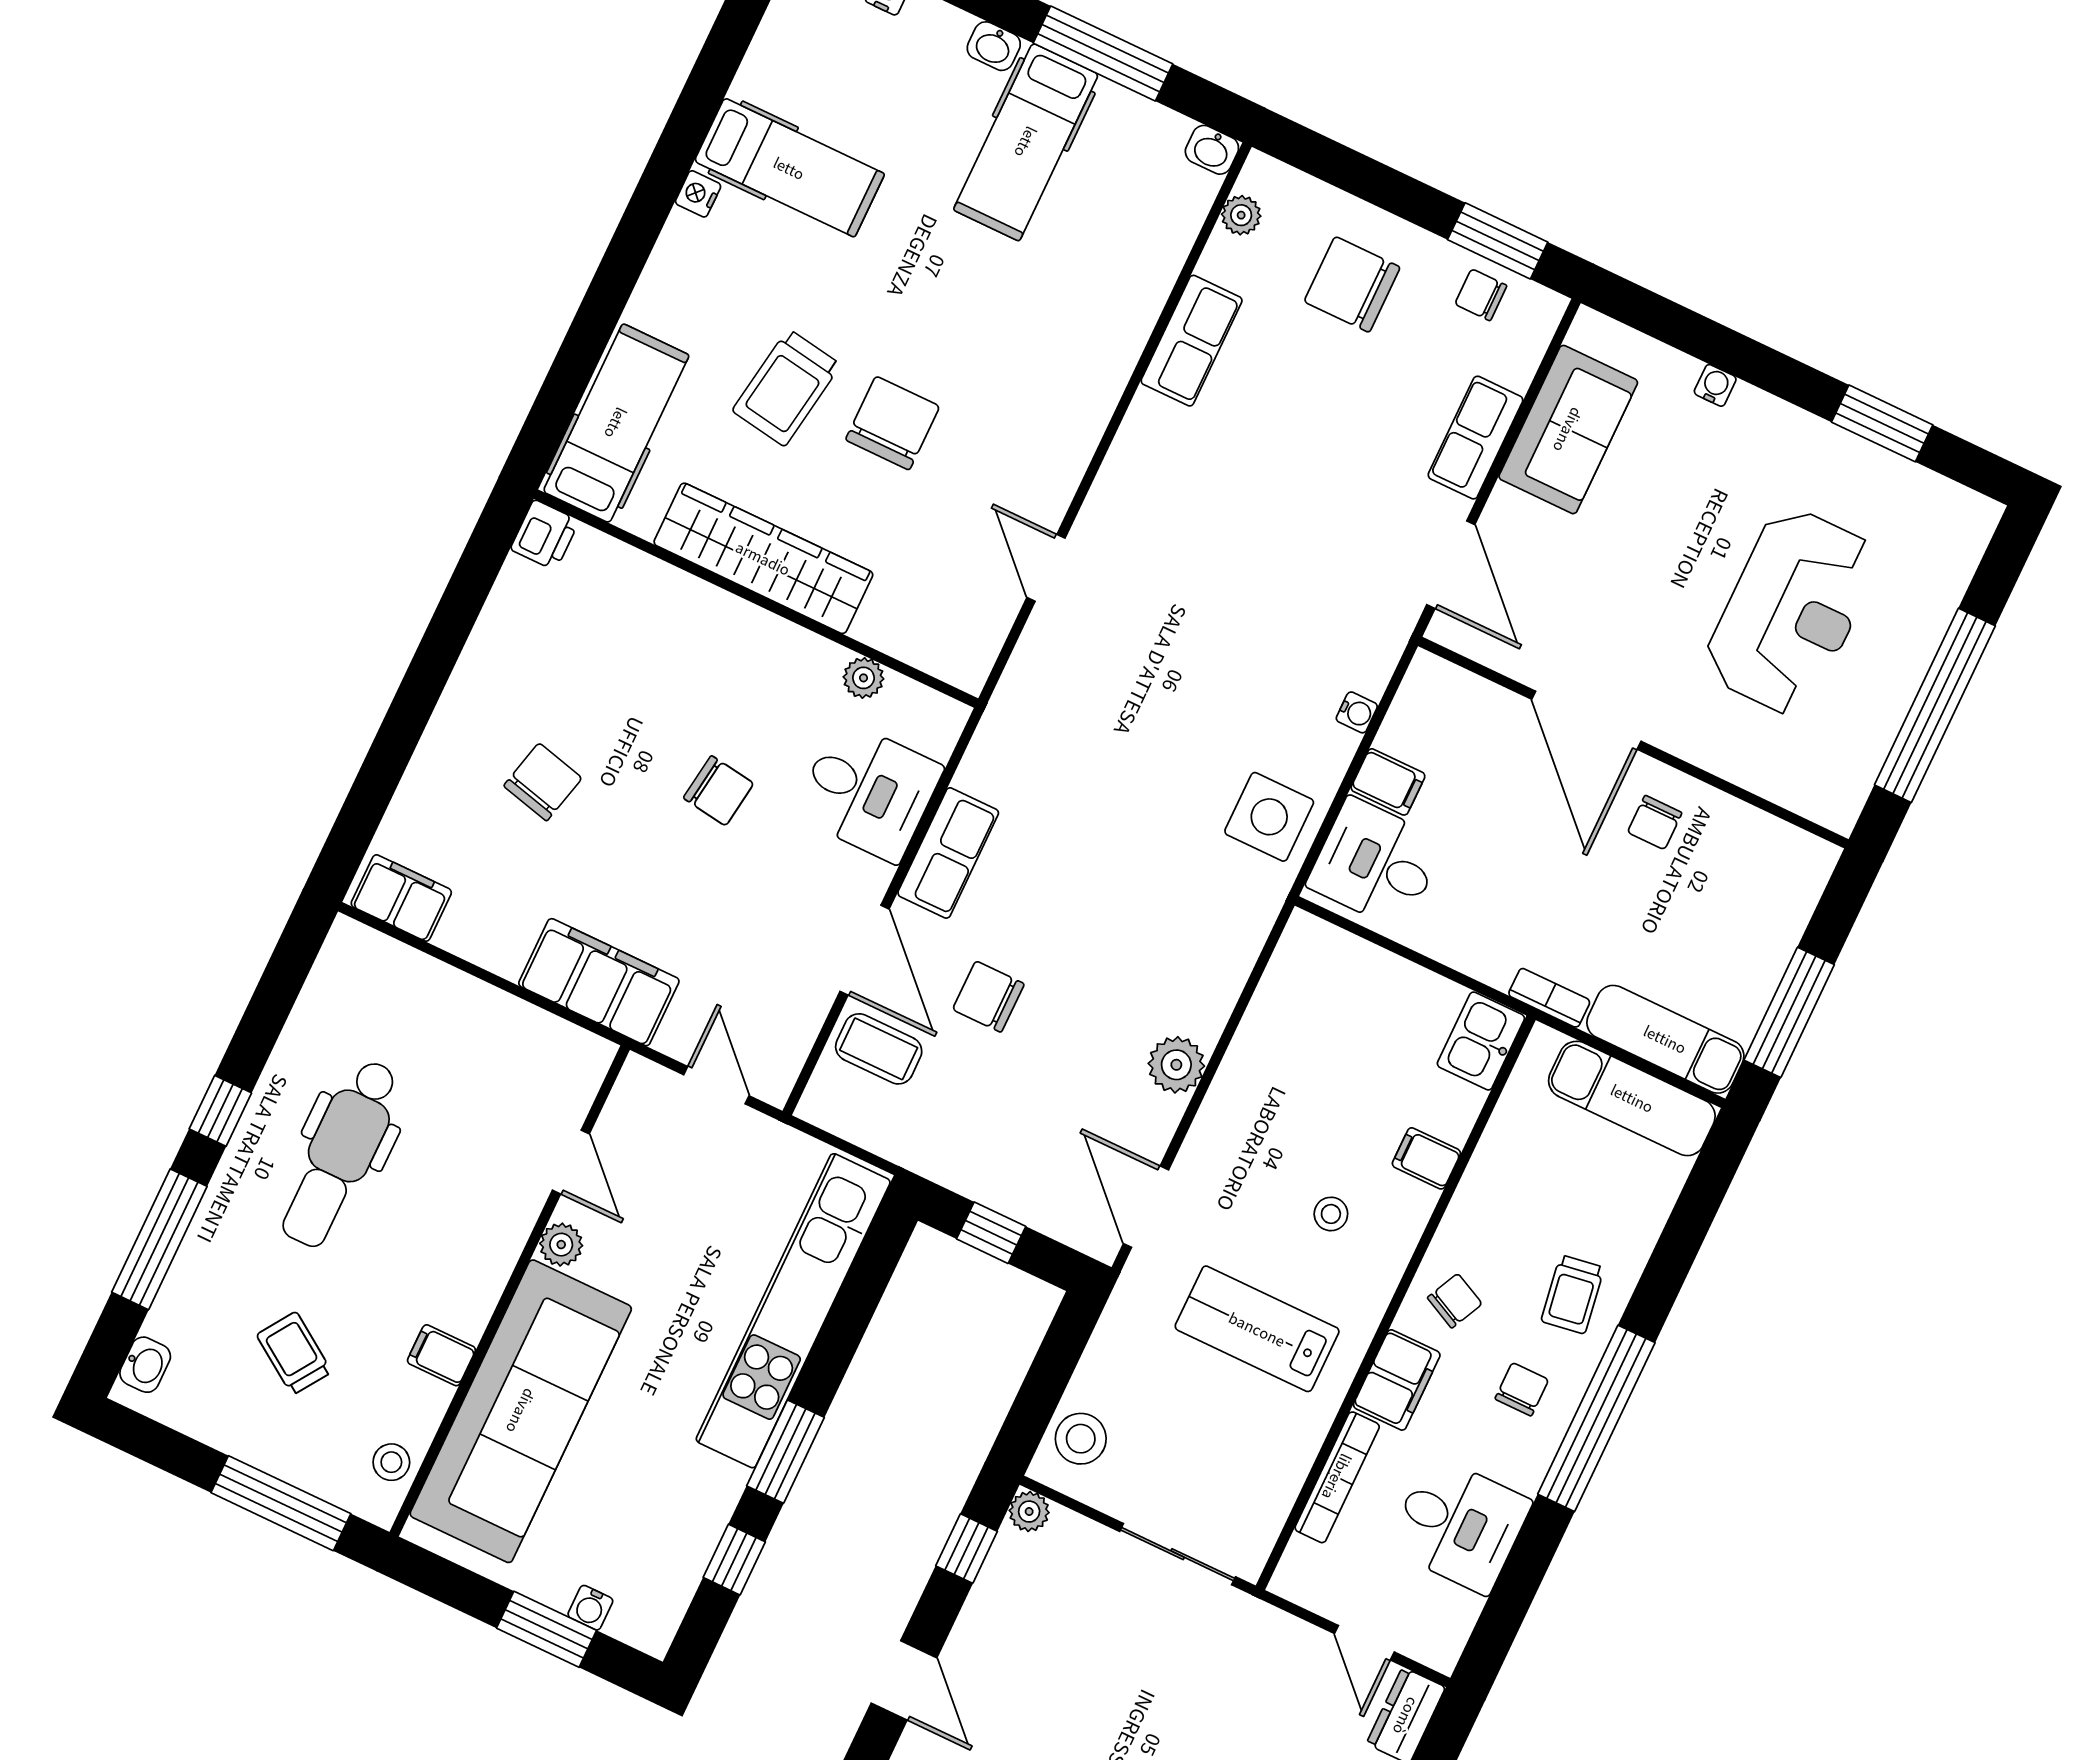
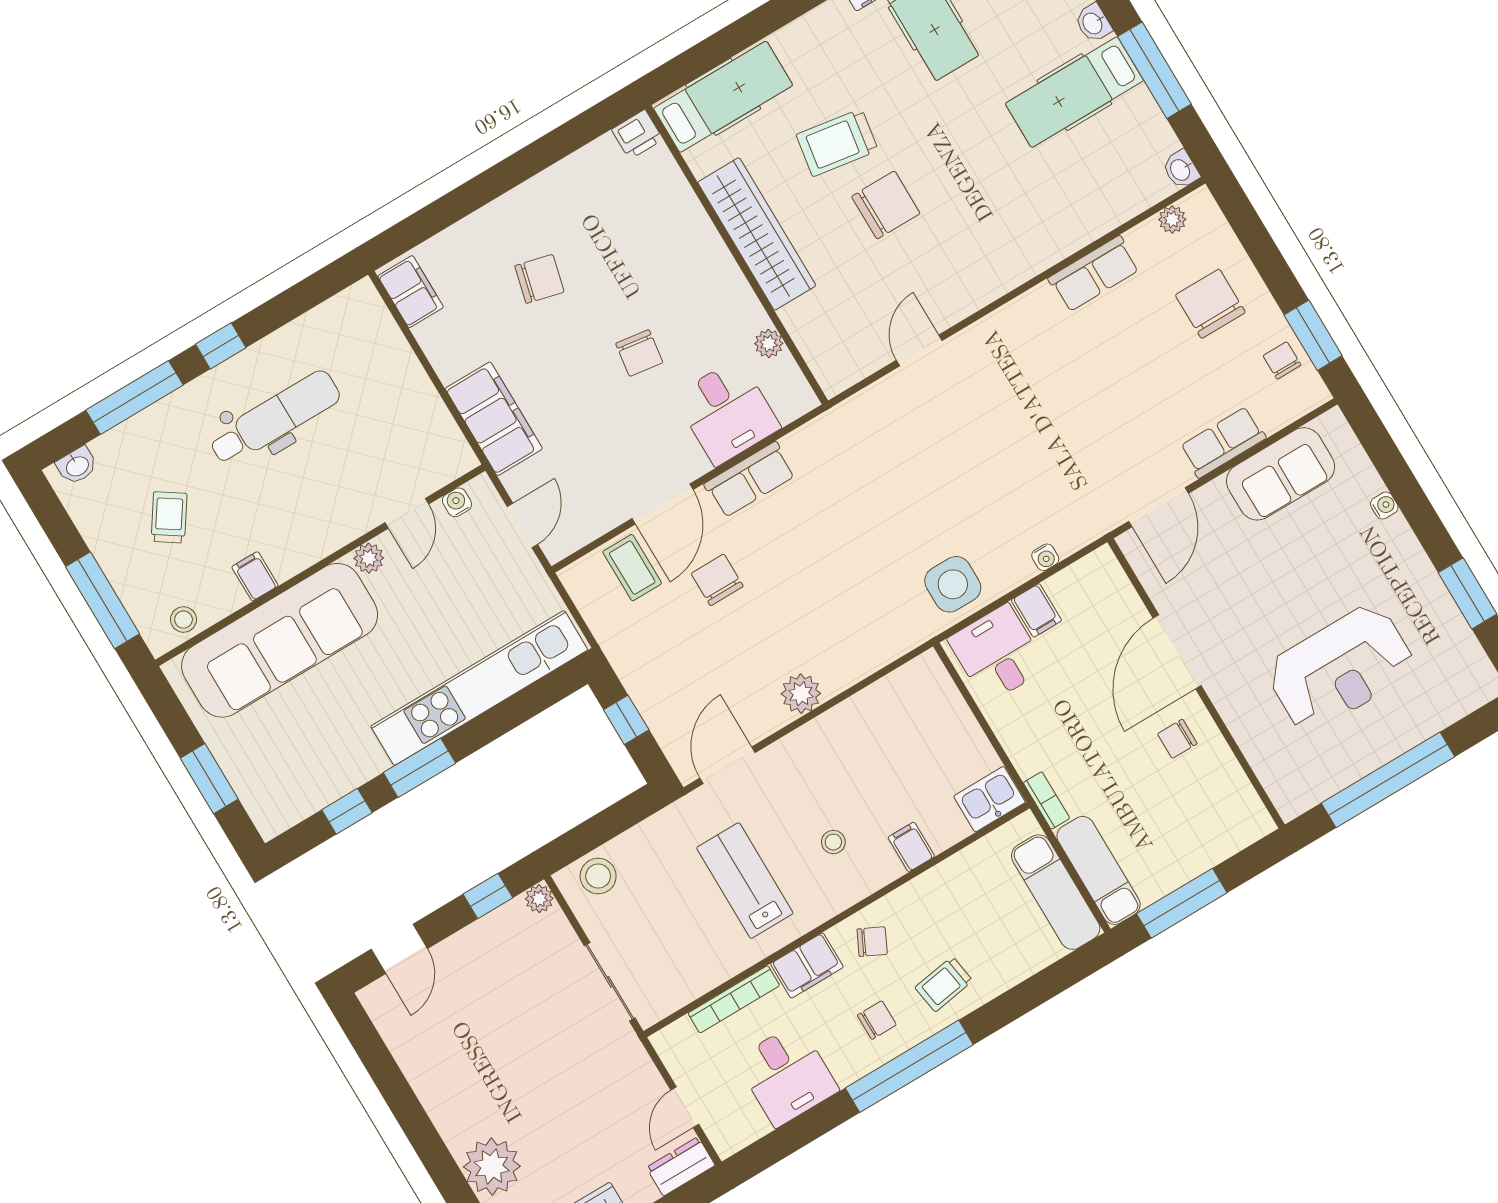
dental chair: (340, 1153) -> (275, 418), turned 180
water cooler: (590, 1608) -> (457, 502), moved, turned 90

